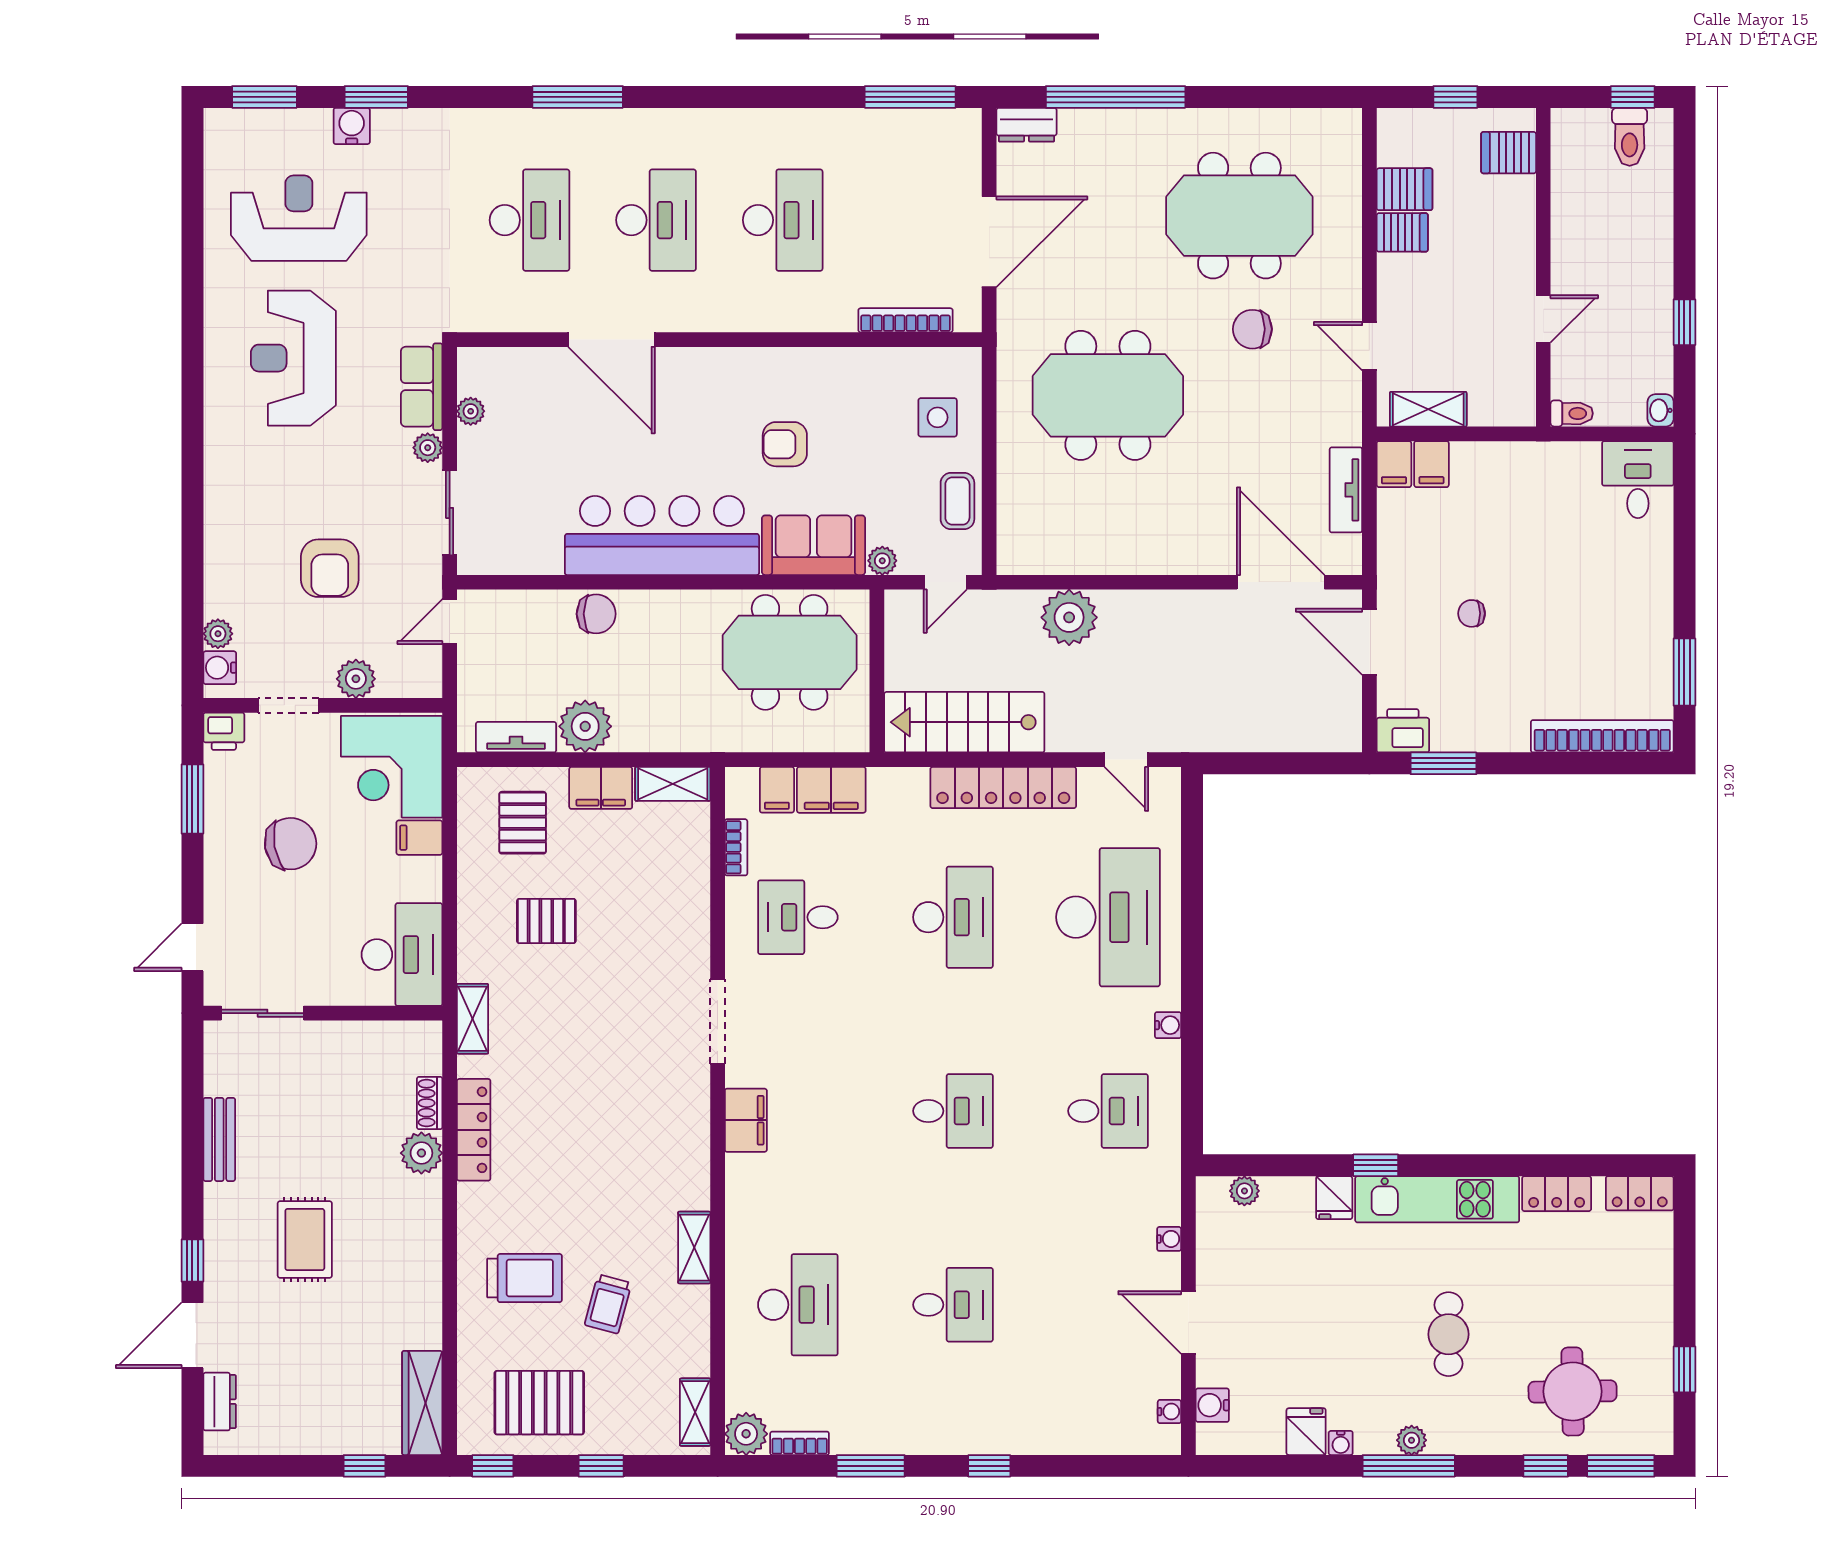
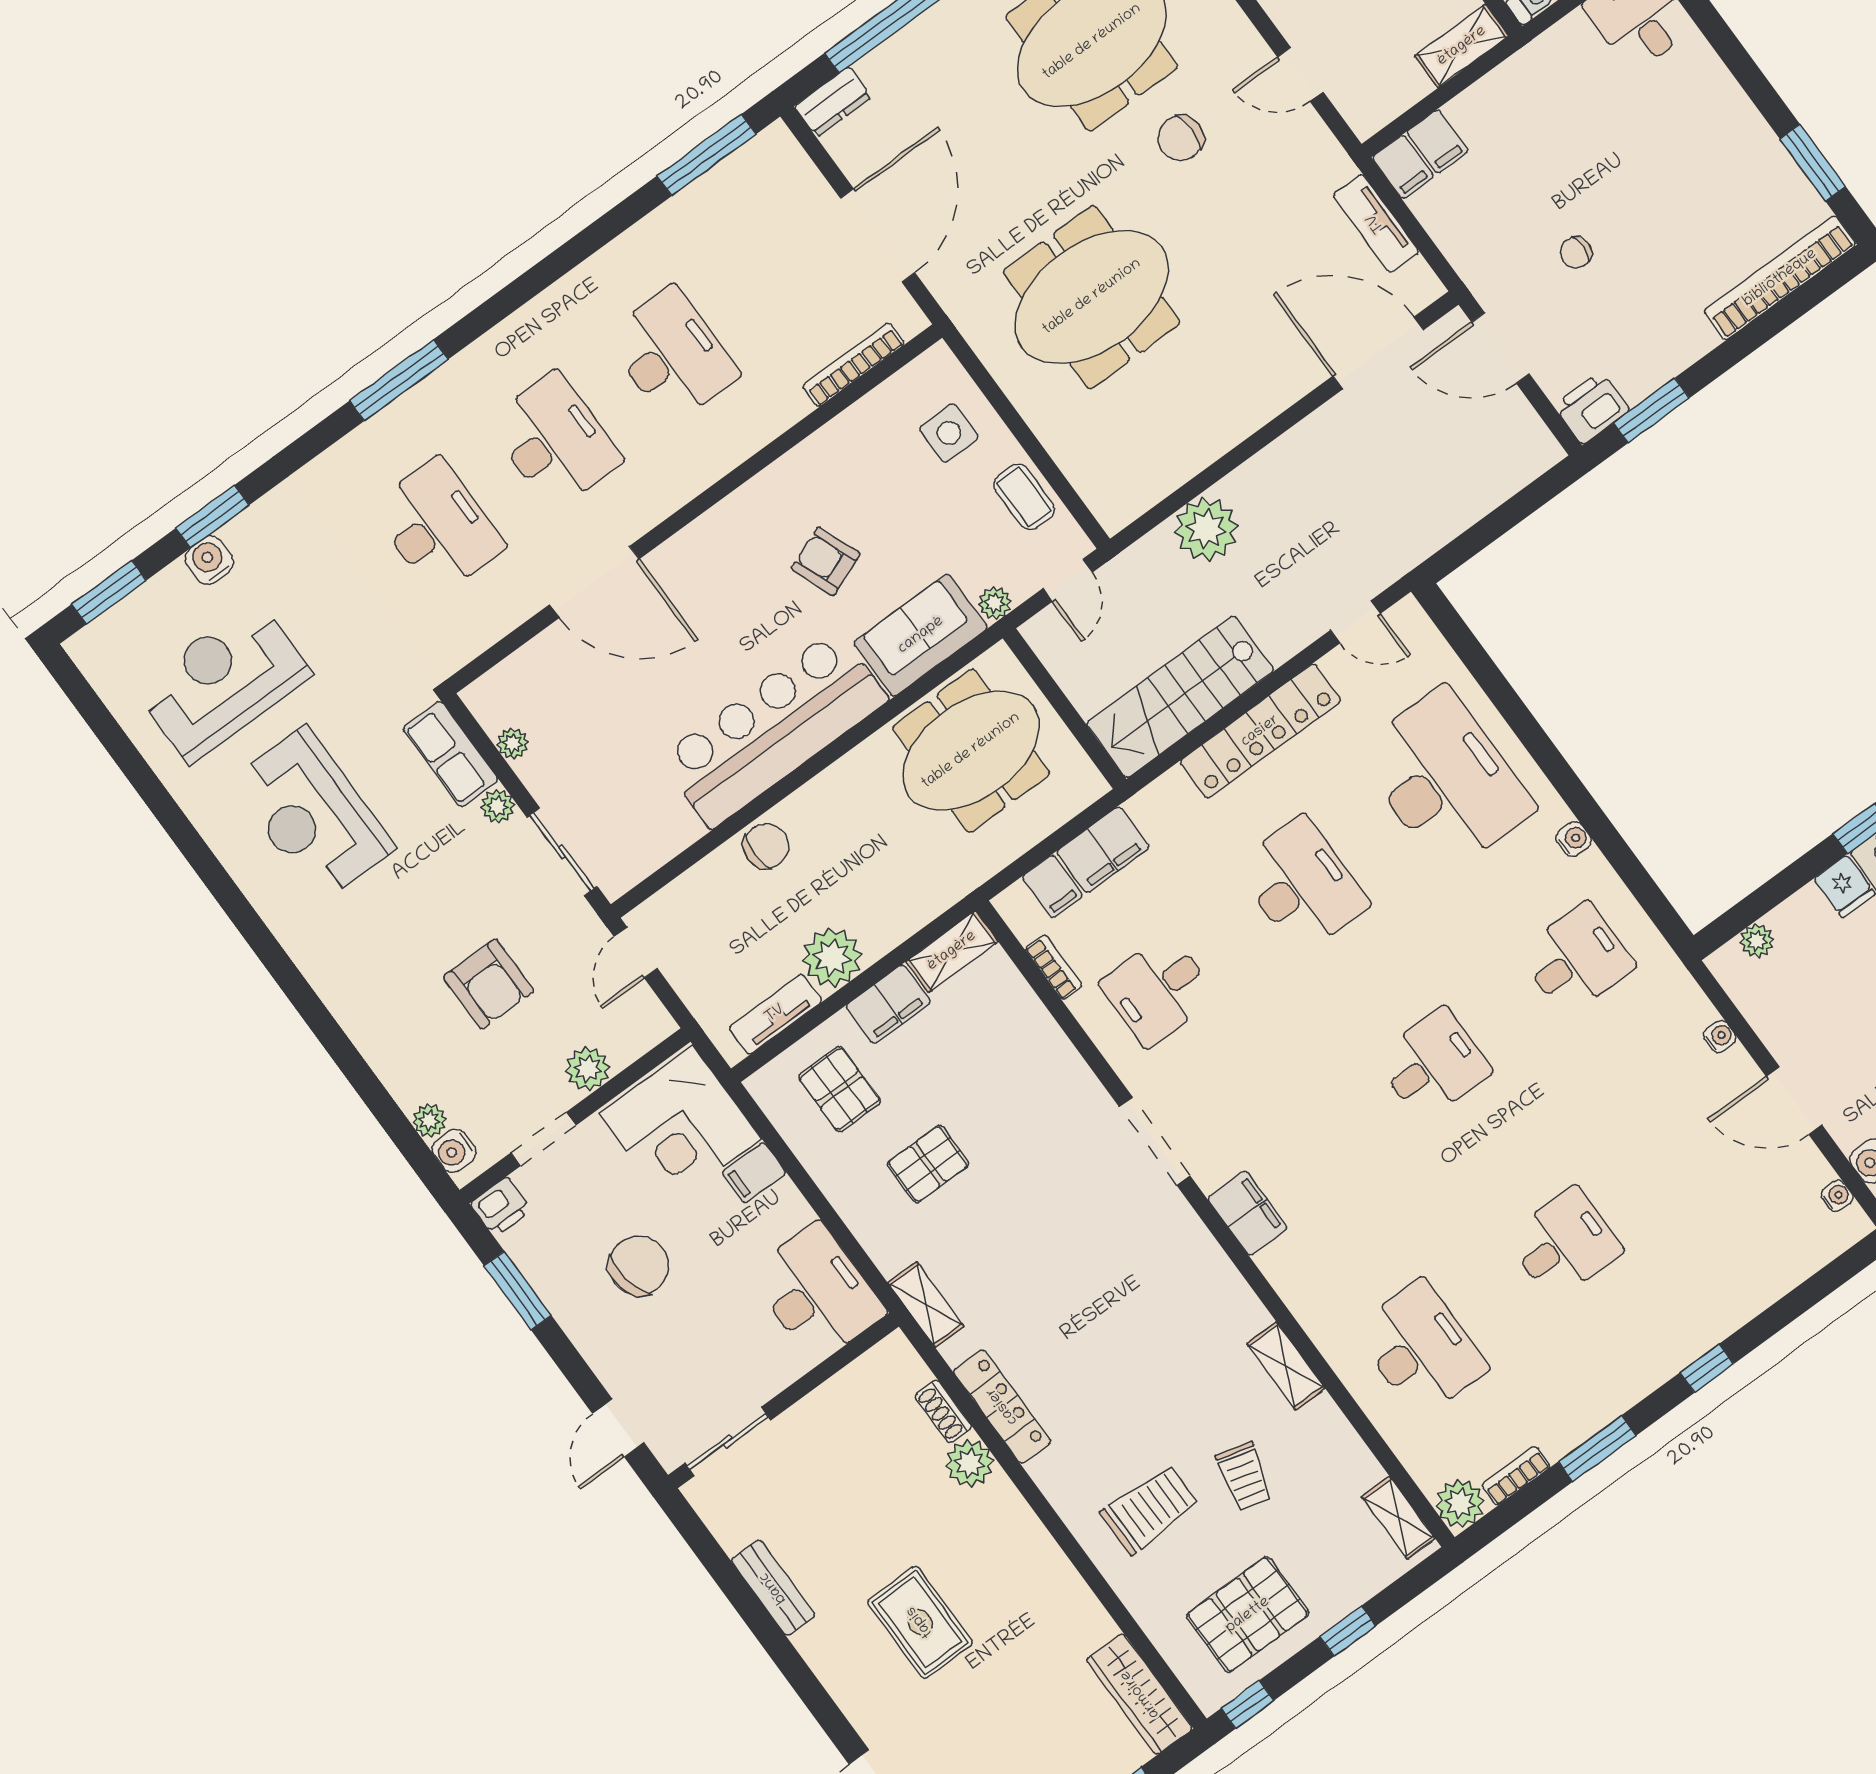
shelving: (1428, 409) -> (1462, 46), moved
armchair: (785, 444) -> (826, 561), turned 69
window: (192, 1260) -> (830, 1718), removed

